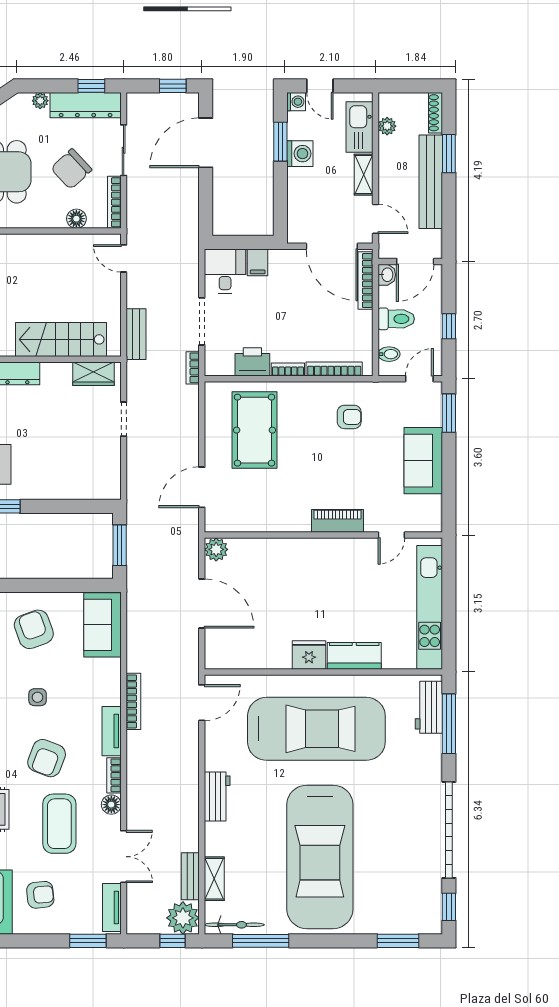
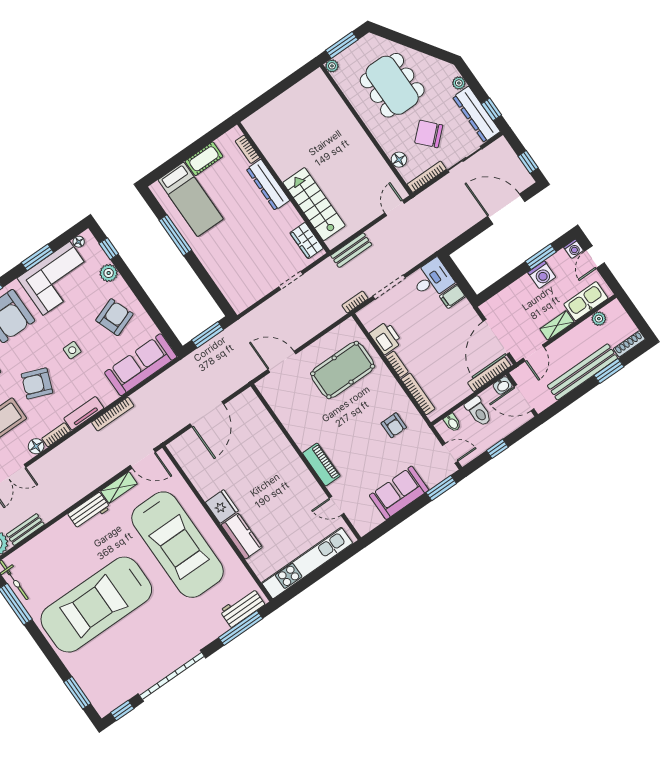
plant: (216, 549) -> (248, 399), removed
sofa: (102, 625) -> (141, 365), width x1.36
shelving: (214, 879) -> (119, 487), moved

